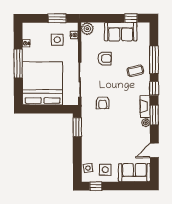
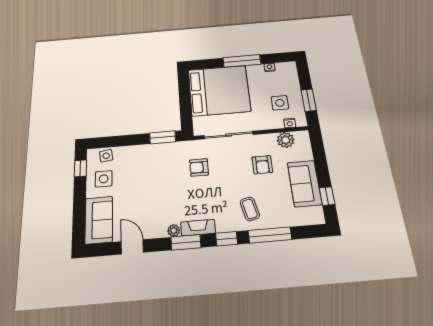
plant: (87, 29) -> (286, 140), moved

